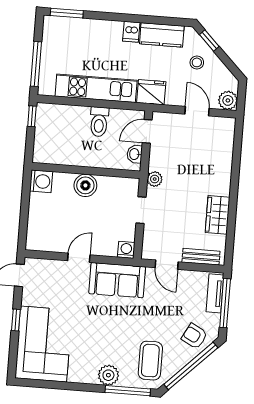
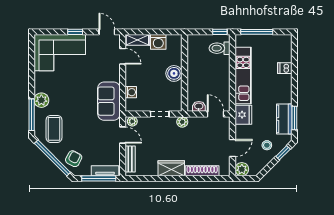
window: (67, 13) -> (294, 118), moved
dishwasher: (131, 32) -> (285, 68), moved
toilet: (99, 122) -> (220, 48), moved
shoe rack: (226, 156) -> (202, 171), added
washing machine: (41, 181) -> (158, 42), moved
wardrobe: (218, 215) -> (171, 168), moved
shelving: (34, 233) -> (137, 40), added
plant: (148, 249) -> (132, 121), added
washing machine: (126, 250) -> (131, 92), moved
door: (79, 258) -> (123, 56), moved
door: (167, 265) -> (123, 135), swing flipped
coffee table: (150, 361) -> (54, 129), turned 90

